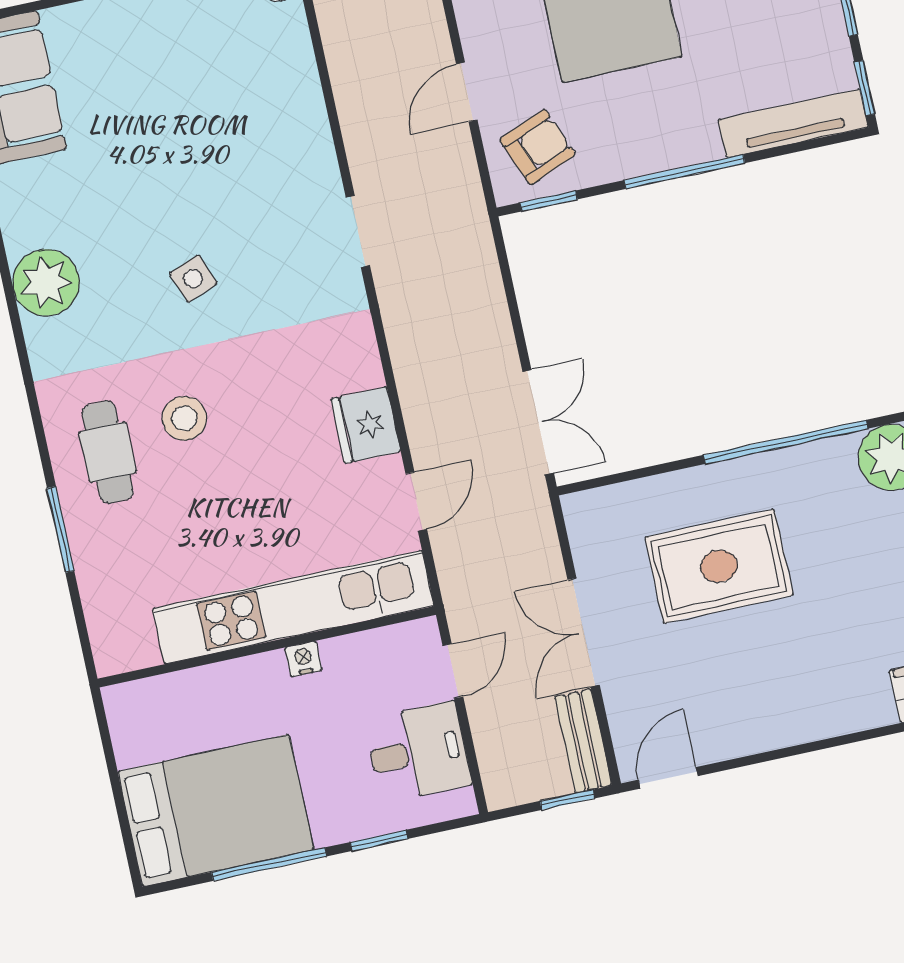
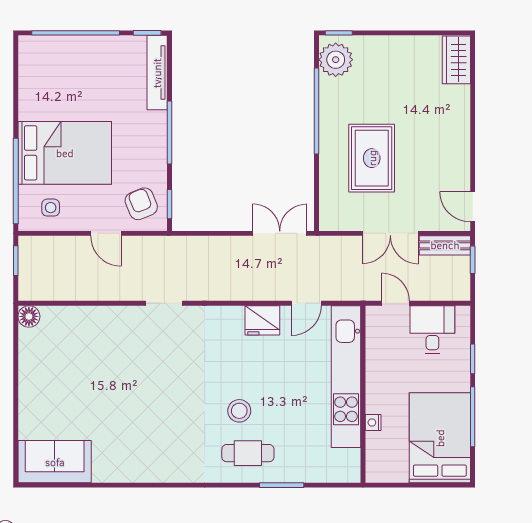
side table: (193, 279) -> (170, 391), removed
plant: (46, 283) -> (156, 466), removed
door: (416, 501) -> (306, 303), swing flipped
nightstand: (303, 659) -> (373, 422), moved

